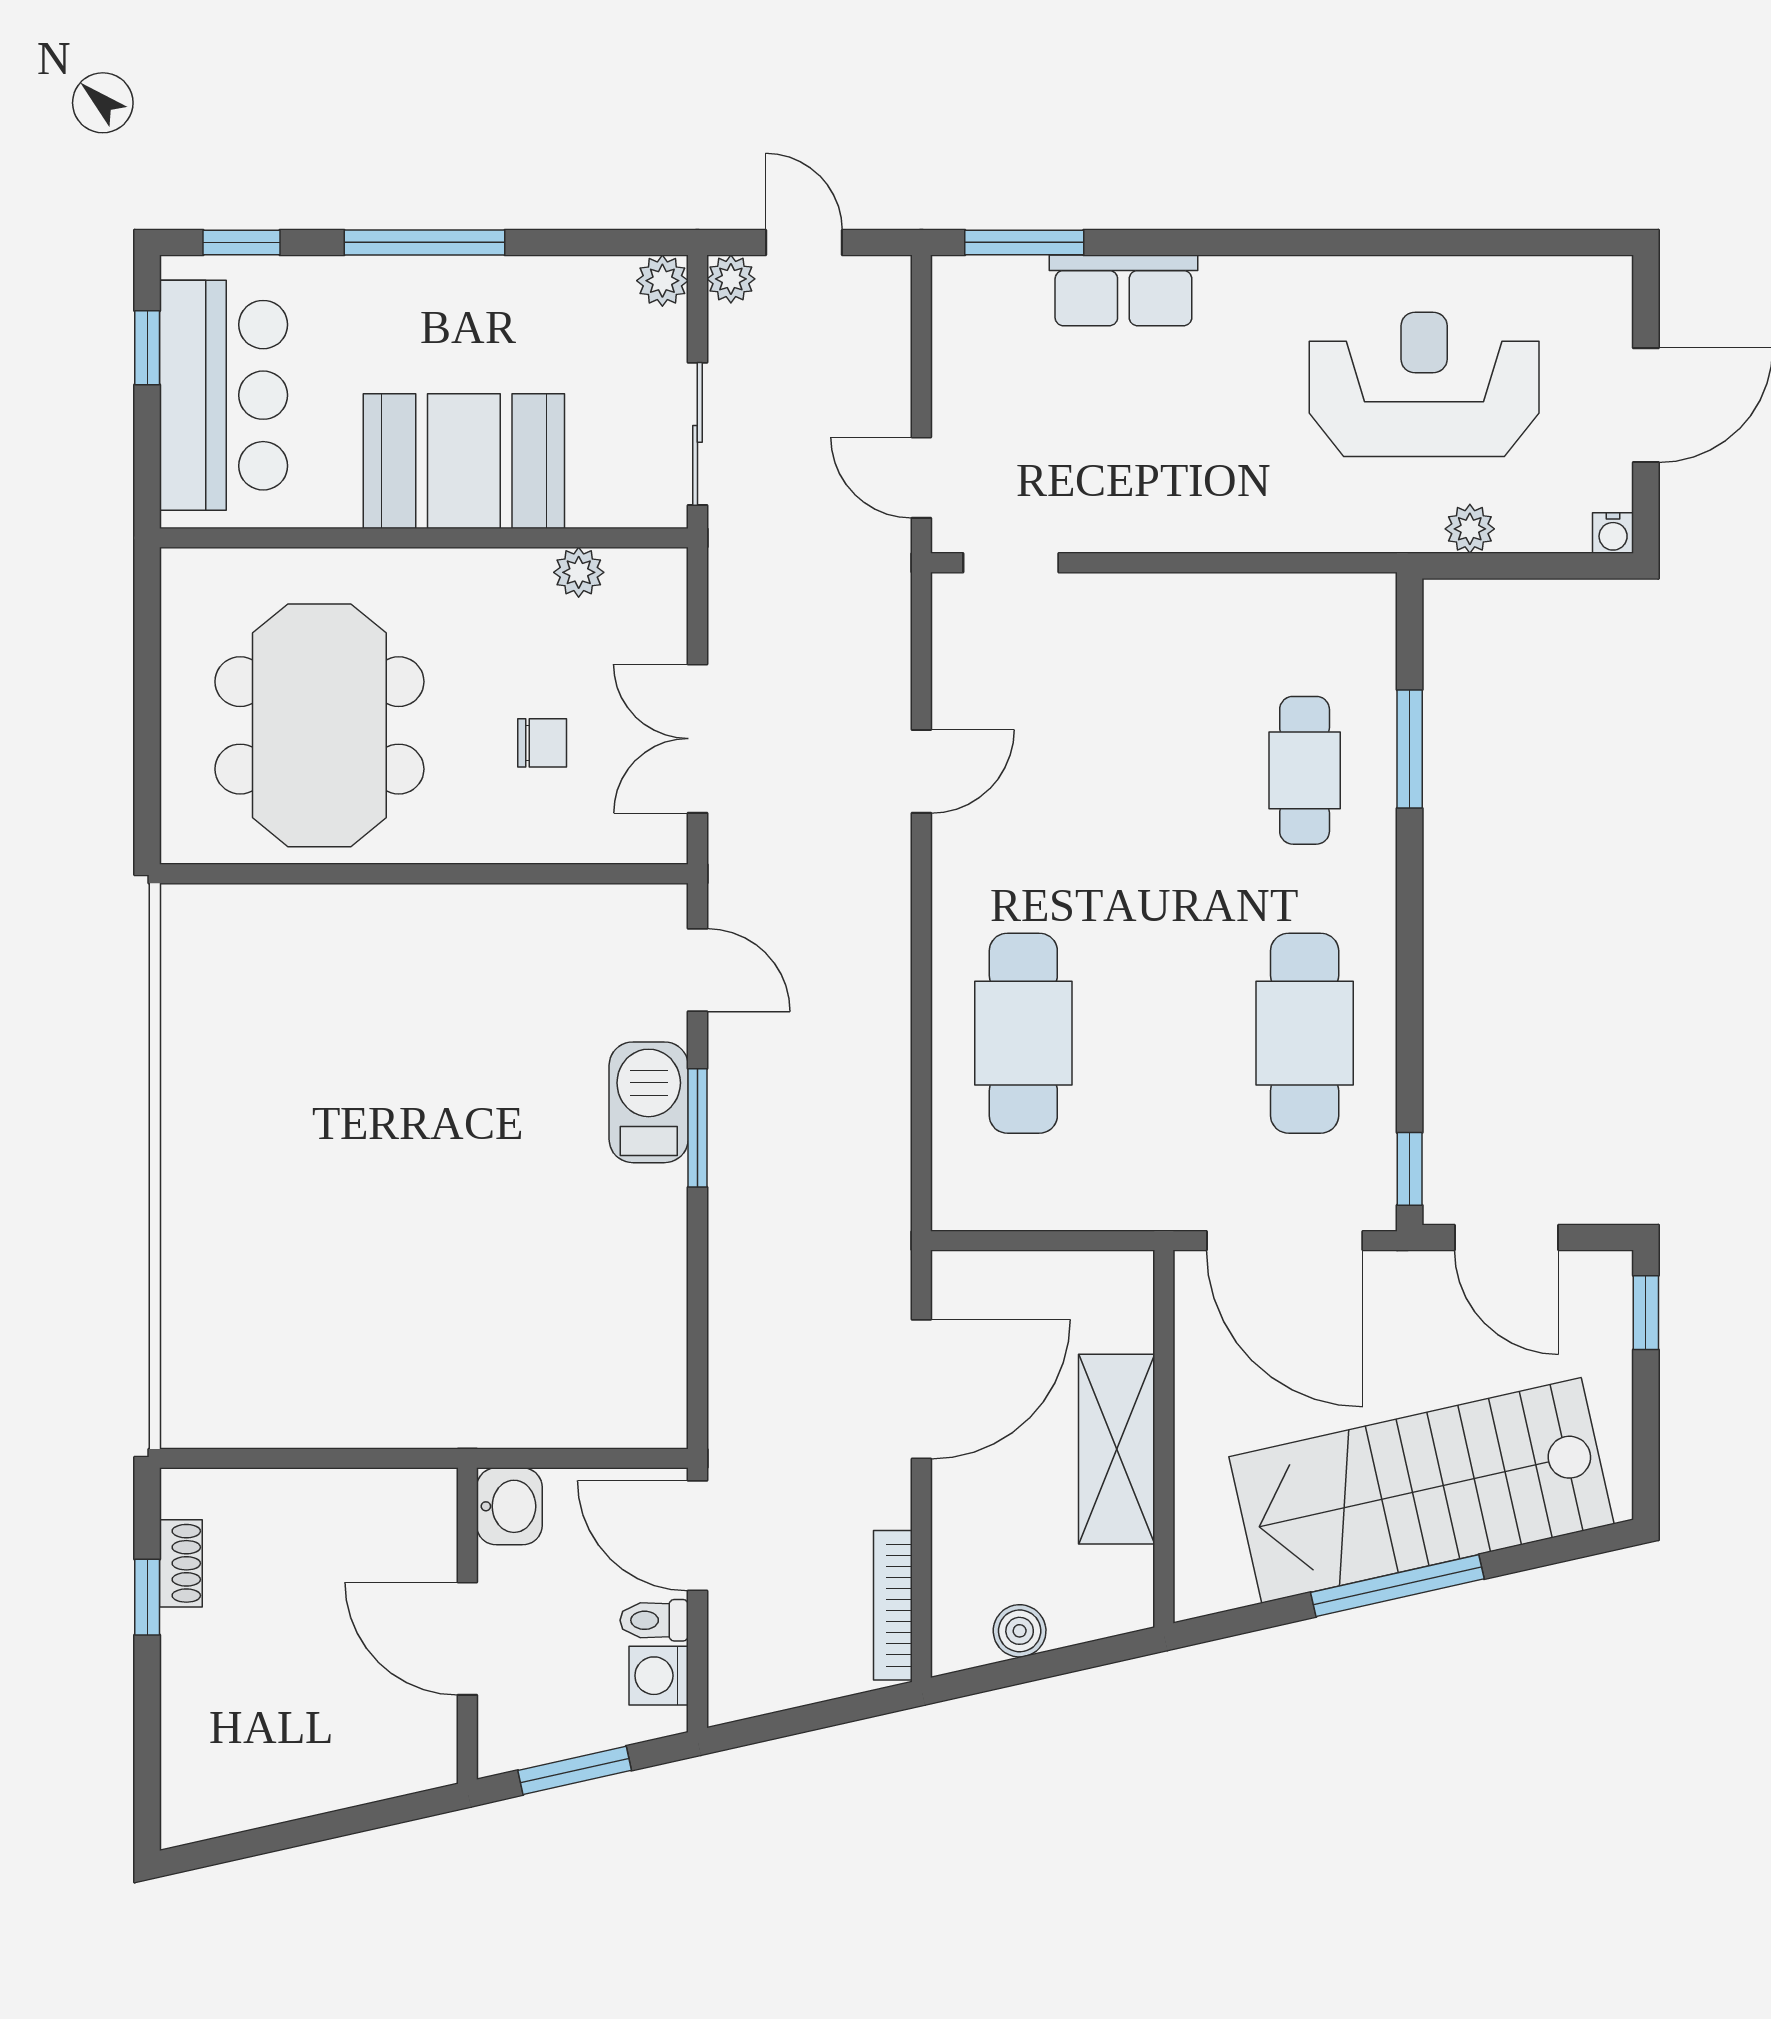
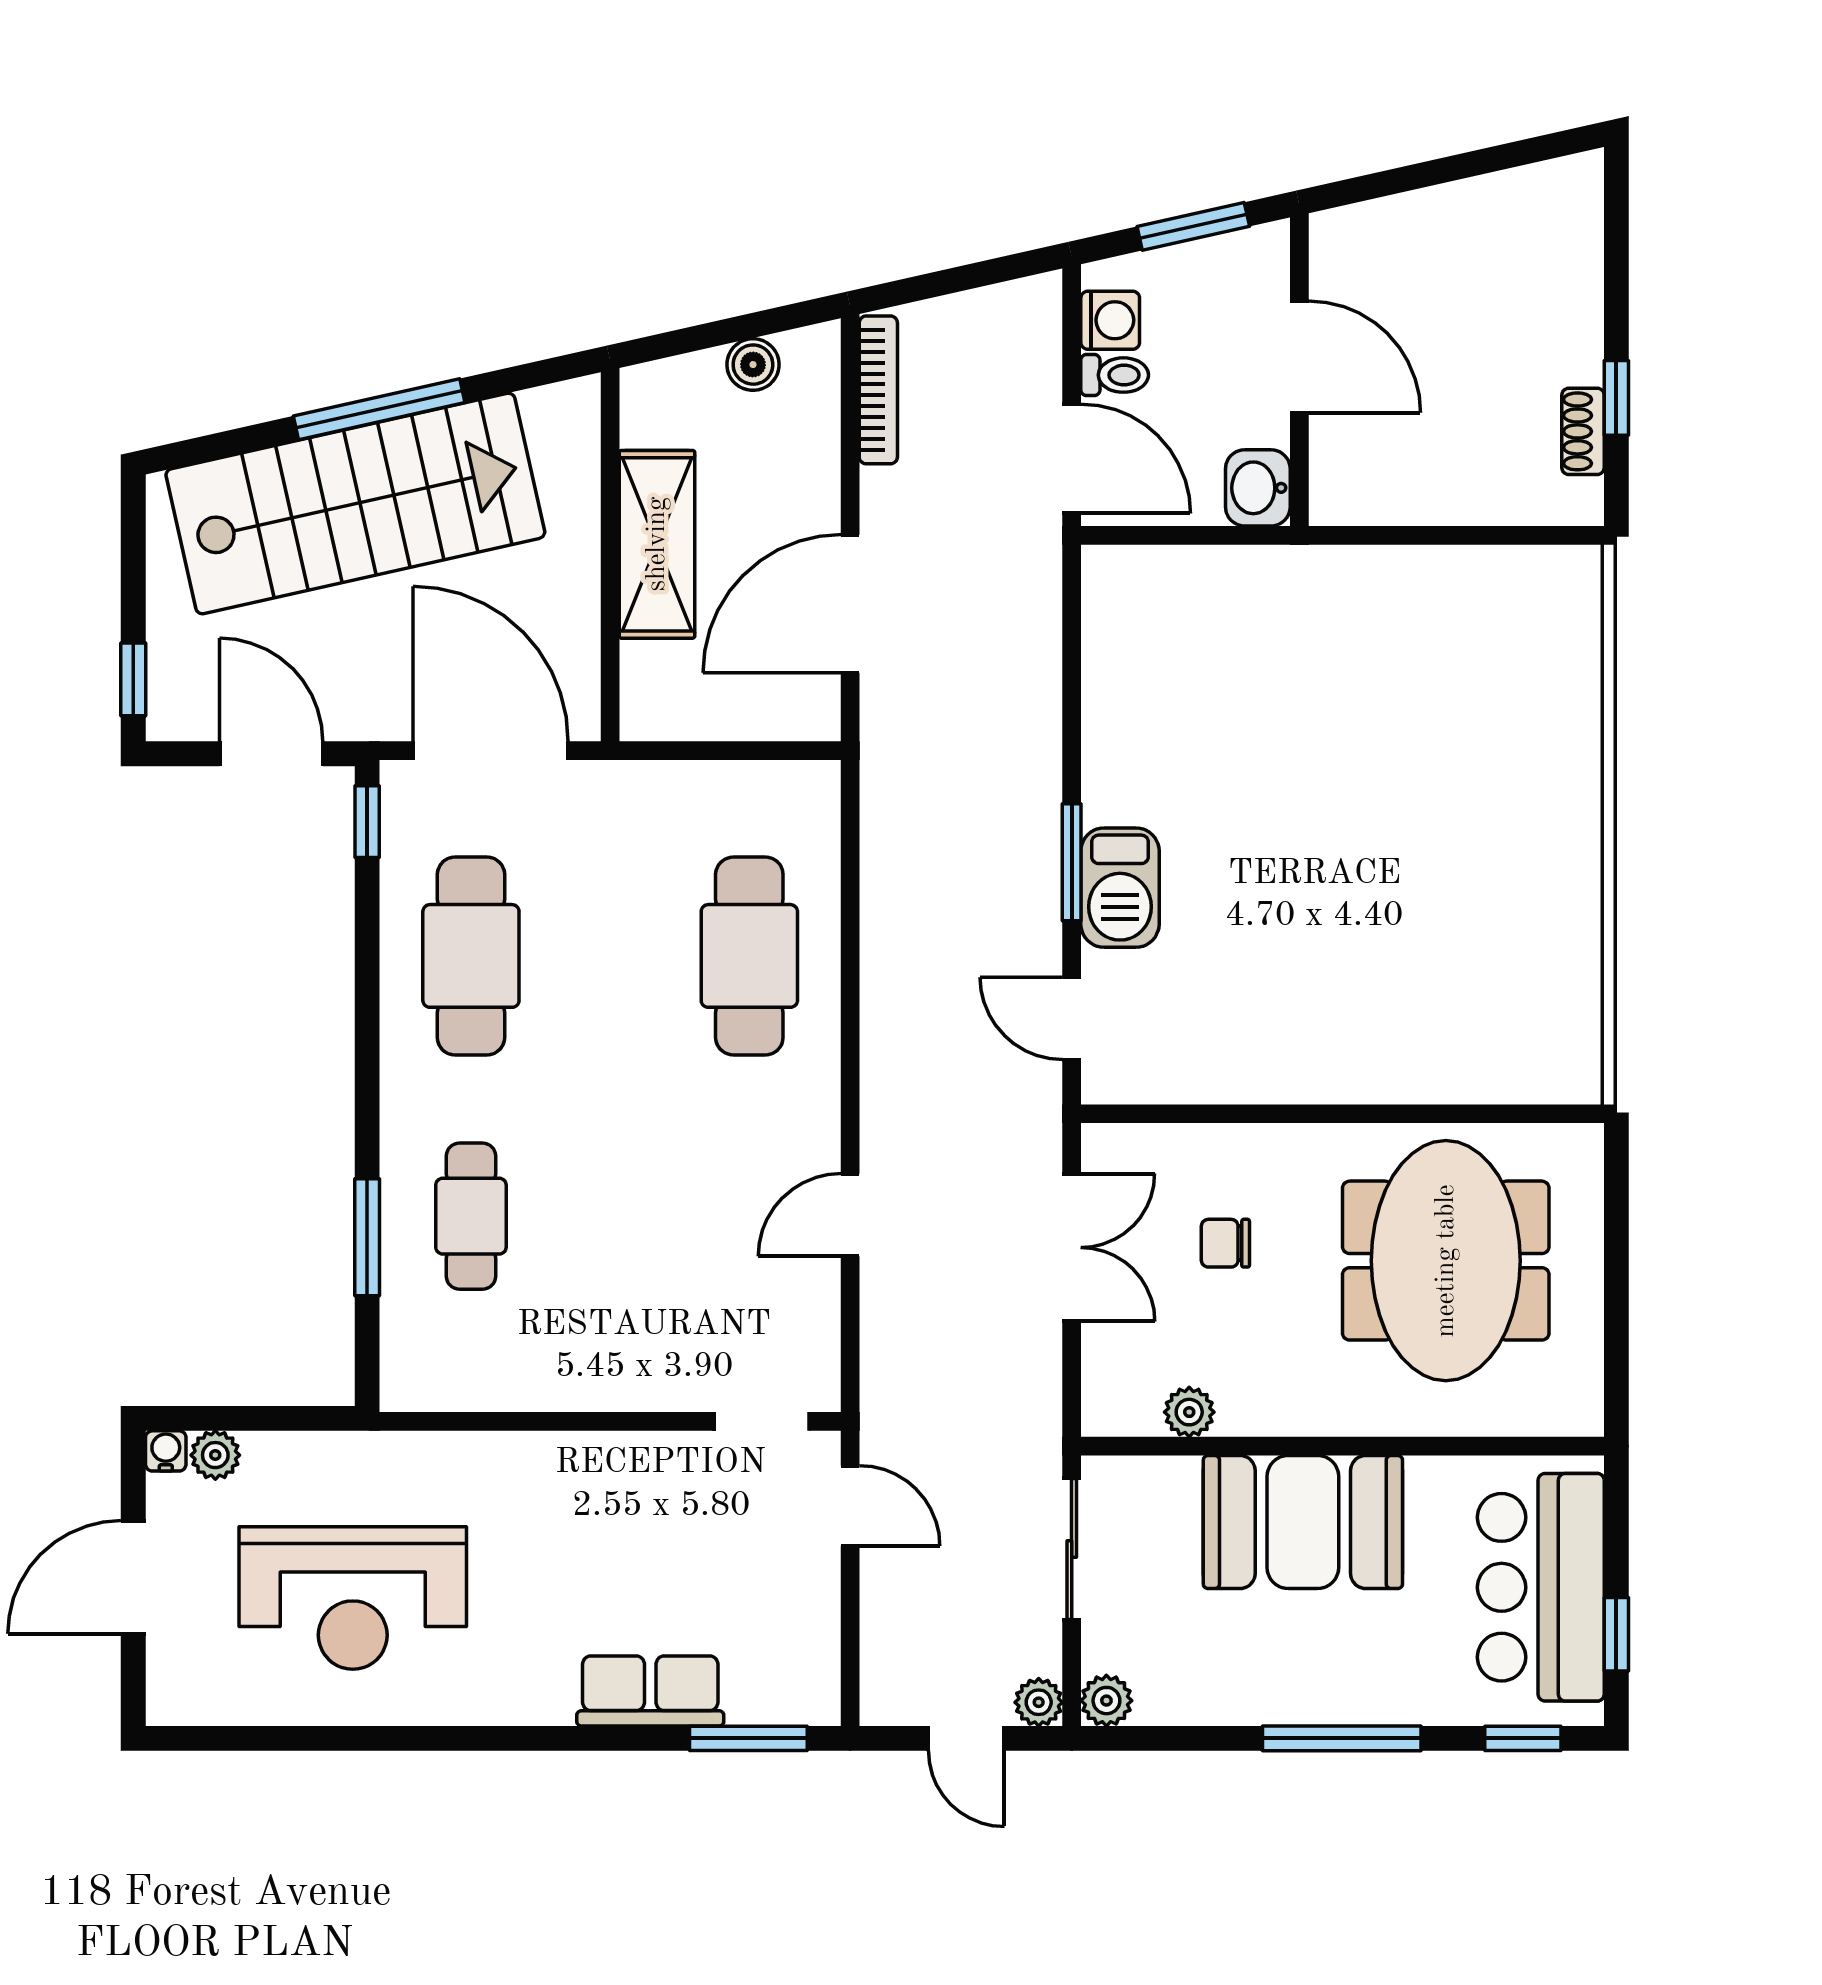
plant: (1470, 529) -> (215, 1455), moved

